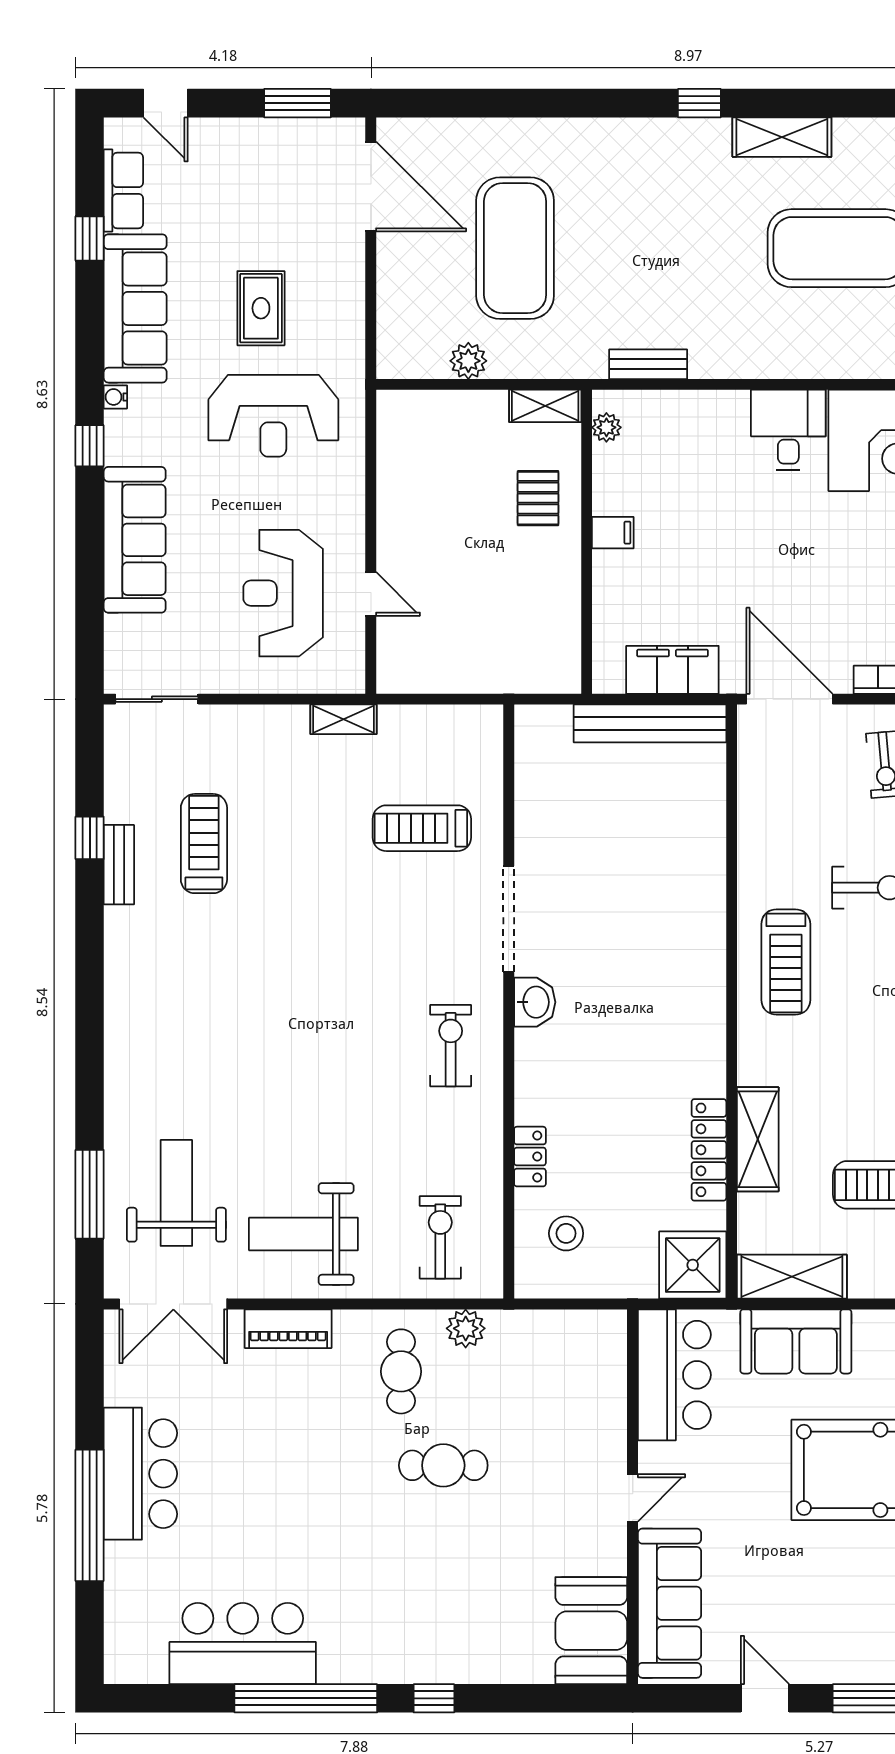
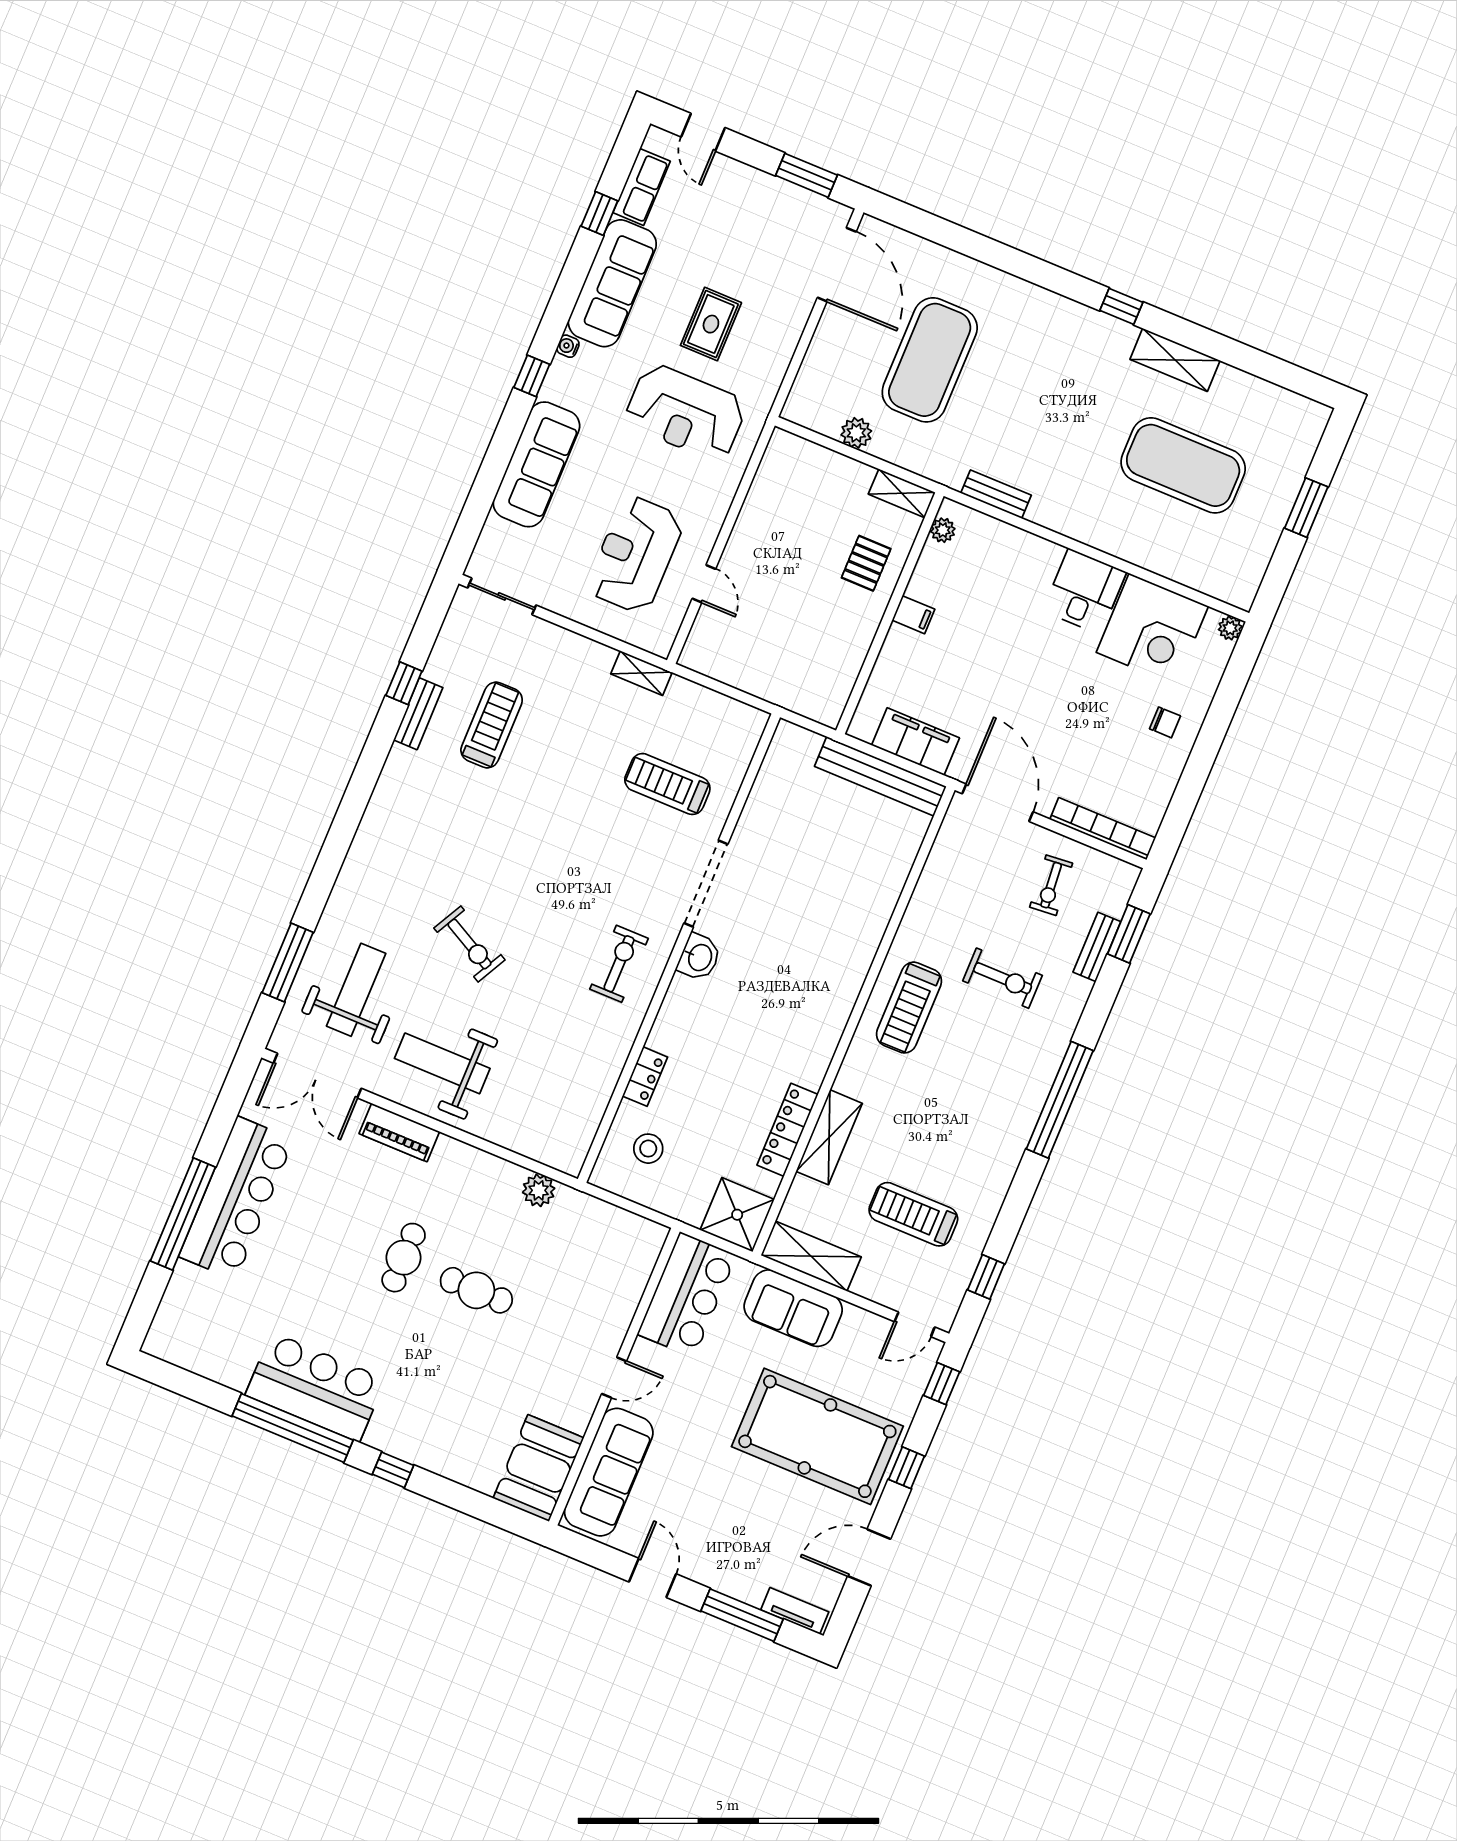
exercise bike: (440, 1237) -> (469, 944), moved, turned 118
cafe table: (401, 1371) -> (404, 1258), moved
bar counter: (140, 1474) -> (236, 1198), width x1.36
bar counter: (243, 1644) -> (315, 1387), moved

